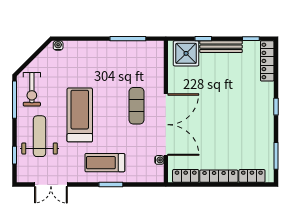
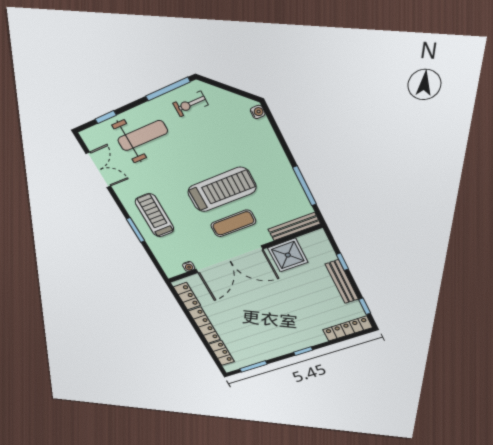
shower: (186, 53) -> (288, 255), moved
bench: (158, 61) -> (294, 227), added
exercise bike: (32, 89) -> (190, 104), width x0.73, depth x0.72
treadmill: (80, 115) -> (222, 190), moved
double door: (51, 185) -> (98, 170), swing flipped

